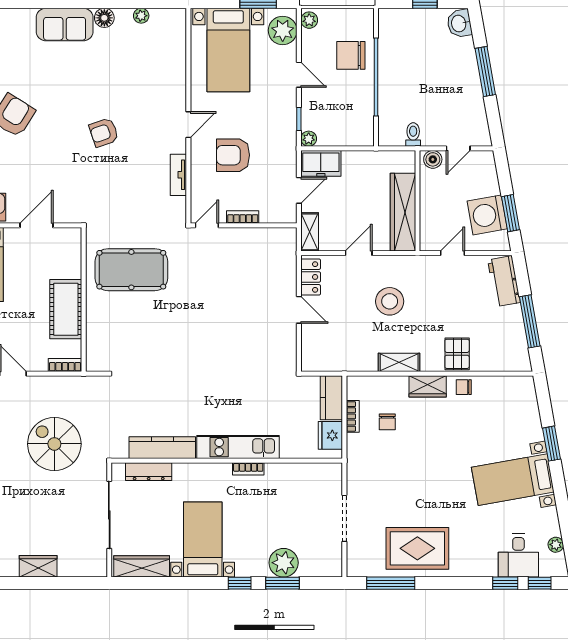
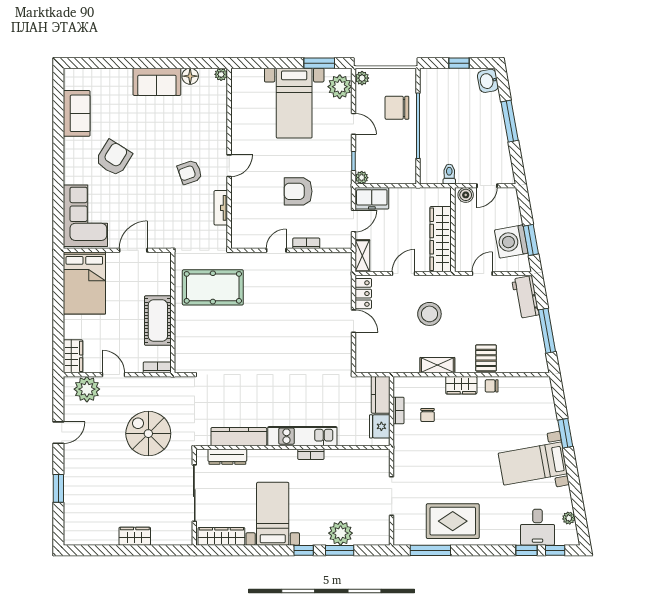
wall: (188, 116) -> (229, 158), moved
door: (188, 125) -> (229, 166), moved
tv unit: (178, 175) -> (221, 208), moved

